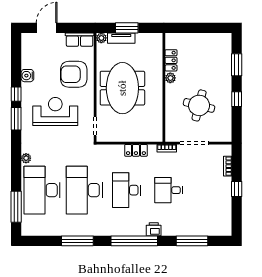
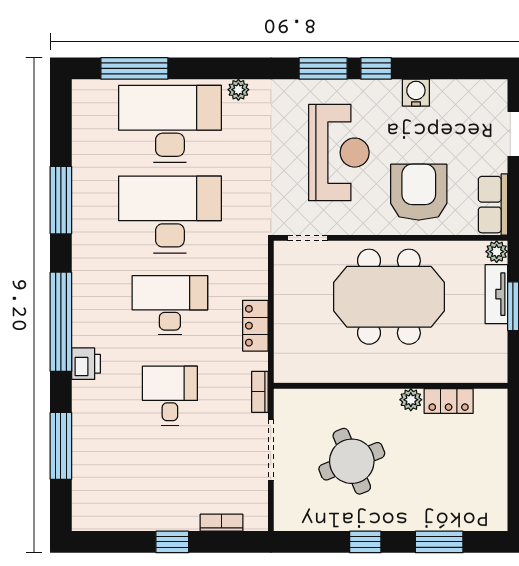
round table: (199, 105) -> (352, 461), turned -36

